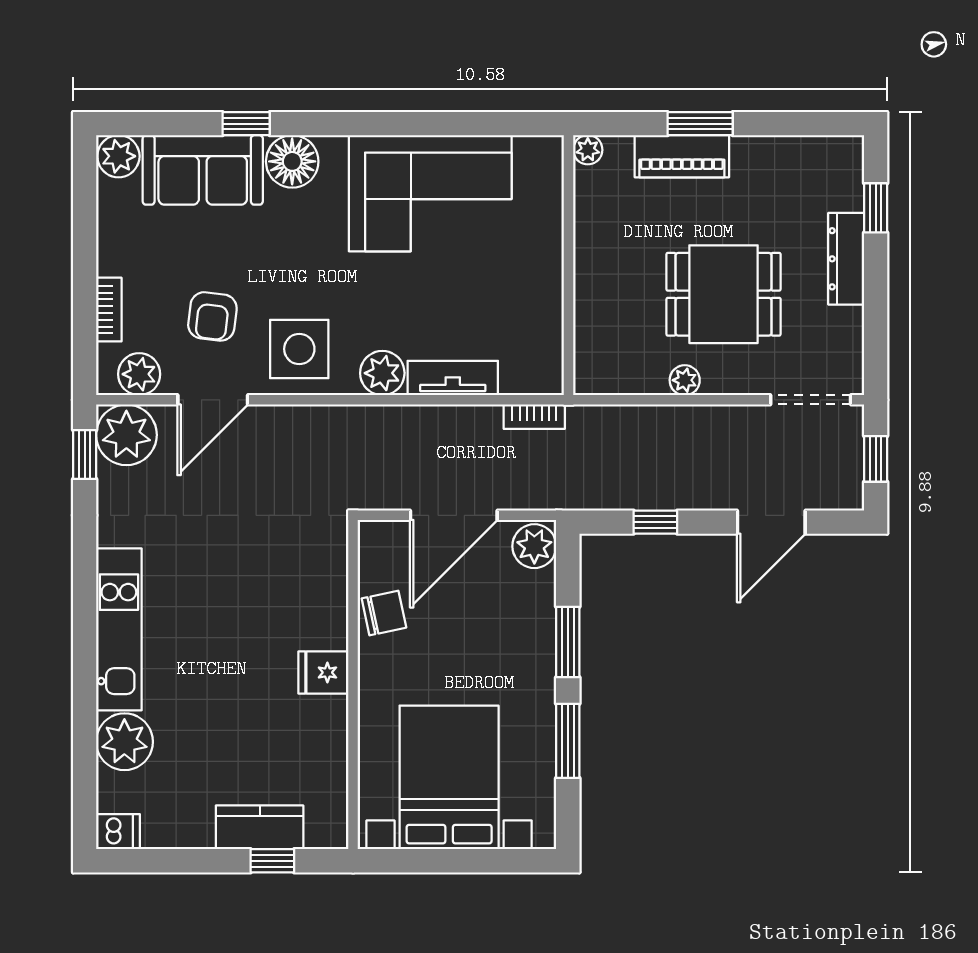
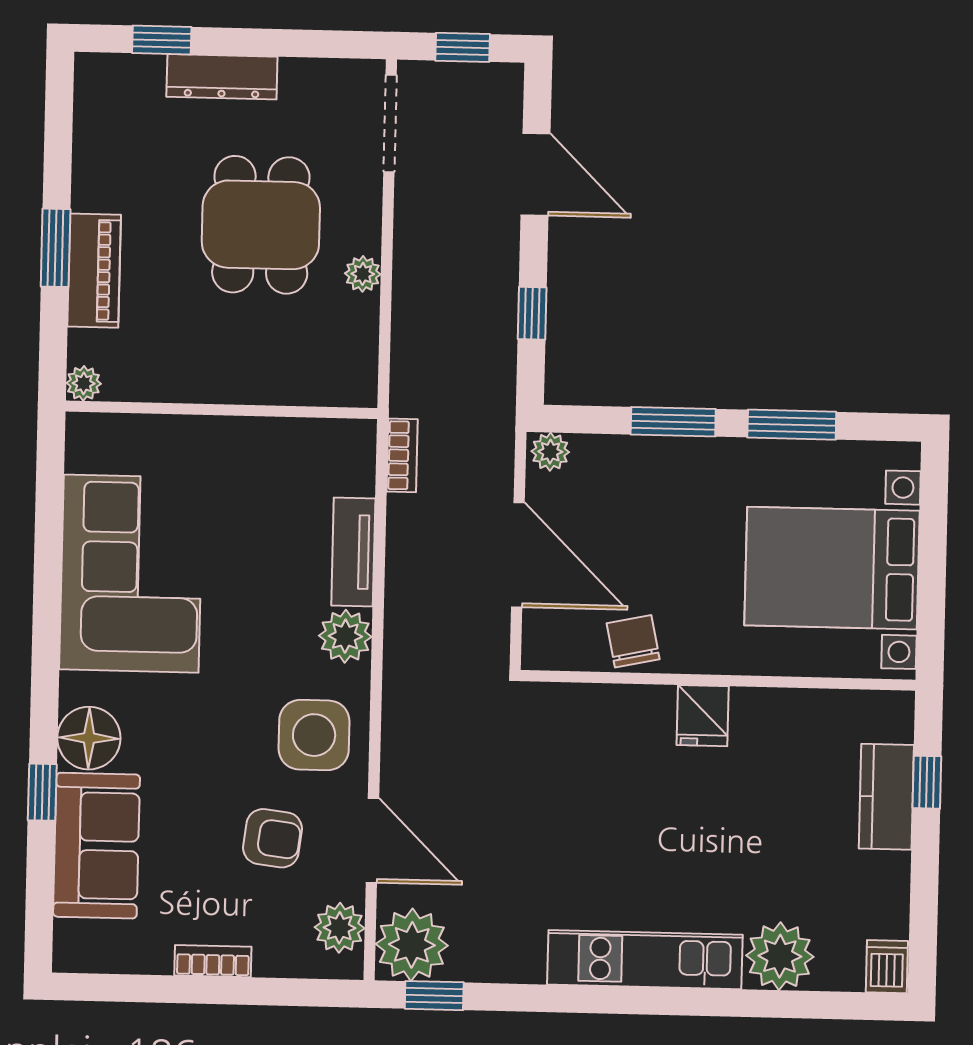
plant: (118, 156) -> (78, 946), removed
bookcase: (109, 310) -> (213, 961), moved
plant: (534, 546) -> (550, 452), width x0.73, depth x0.73

